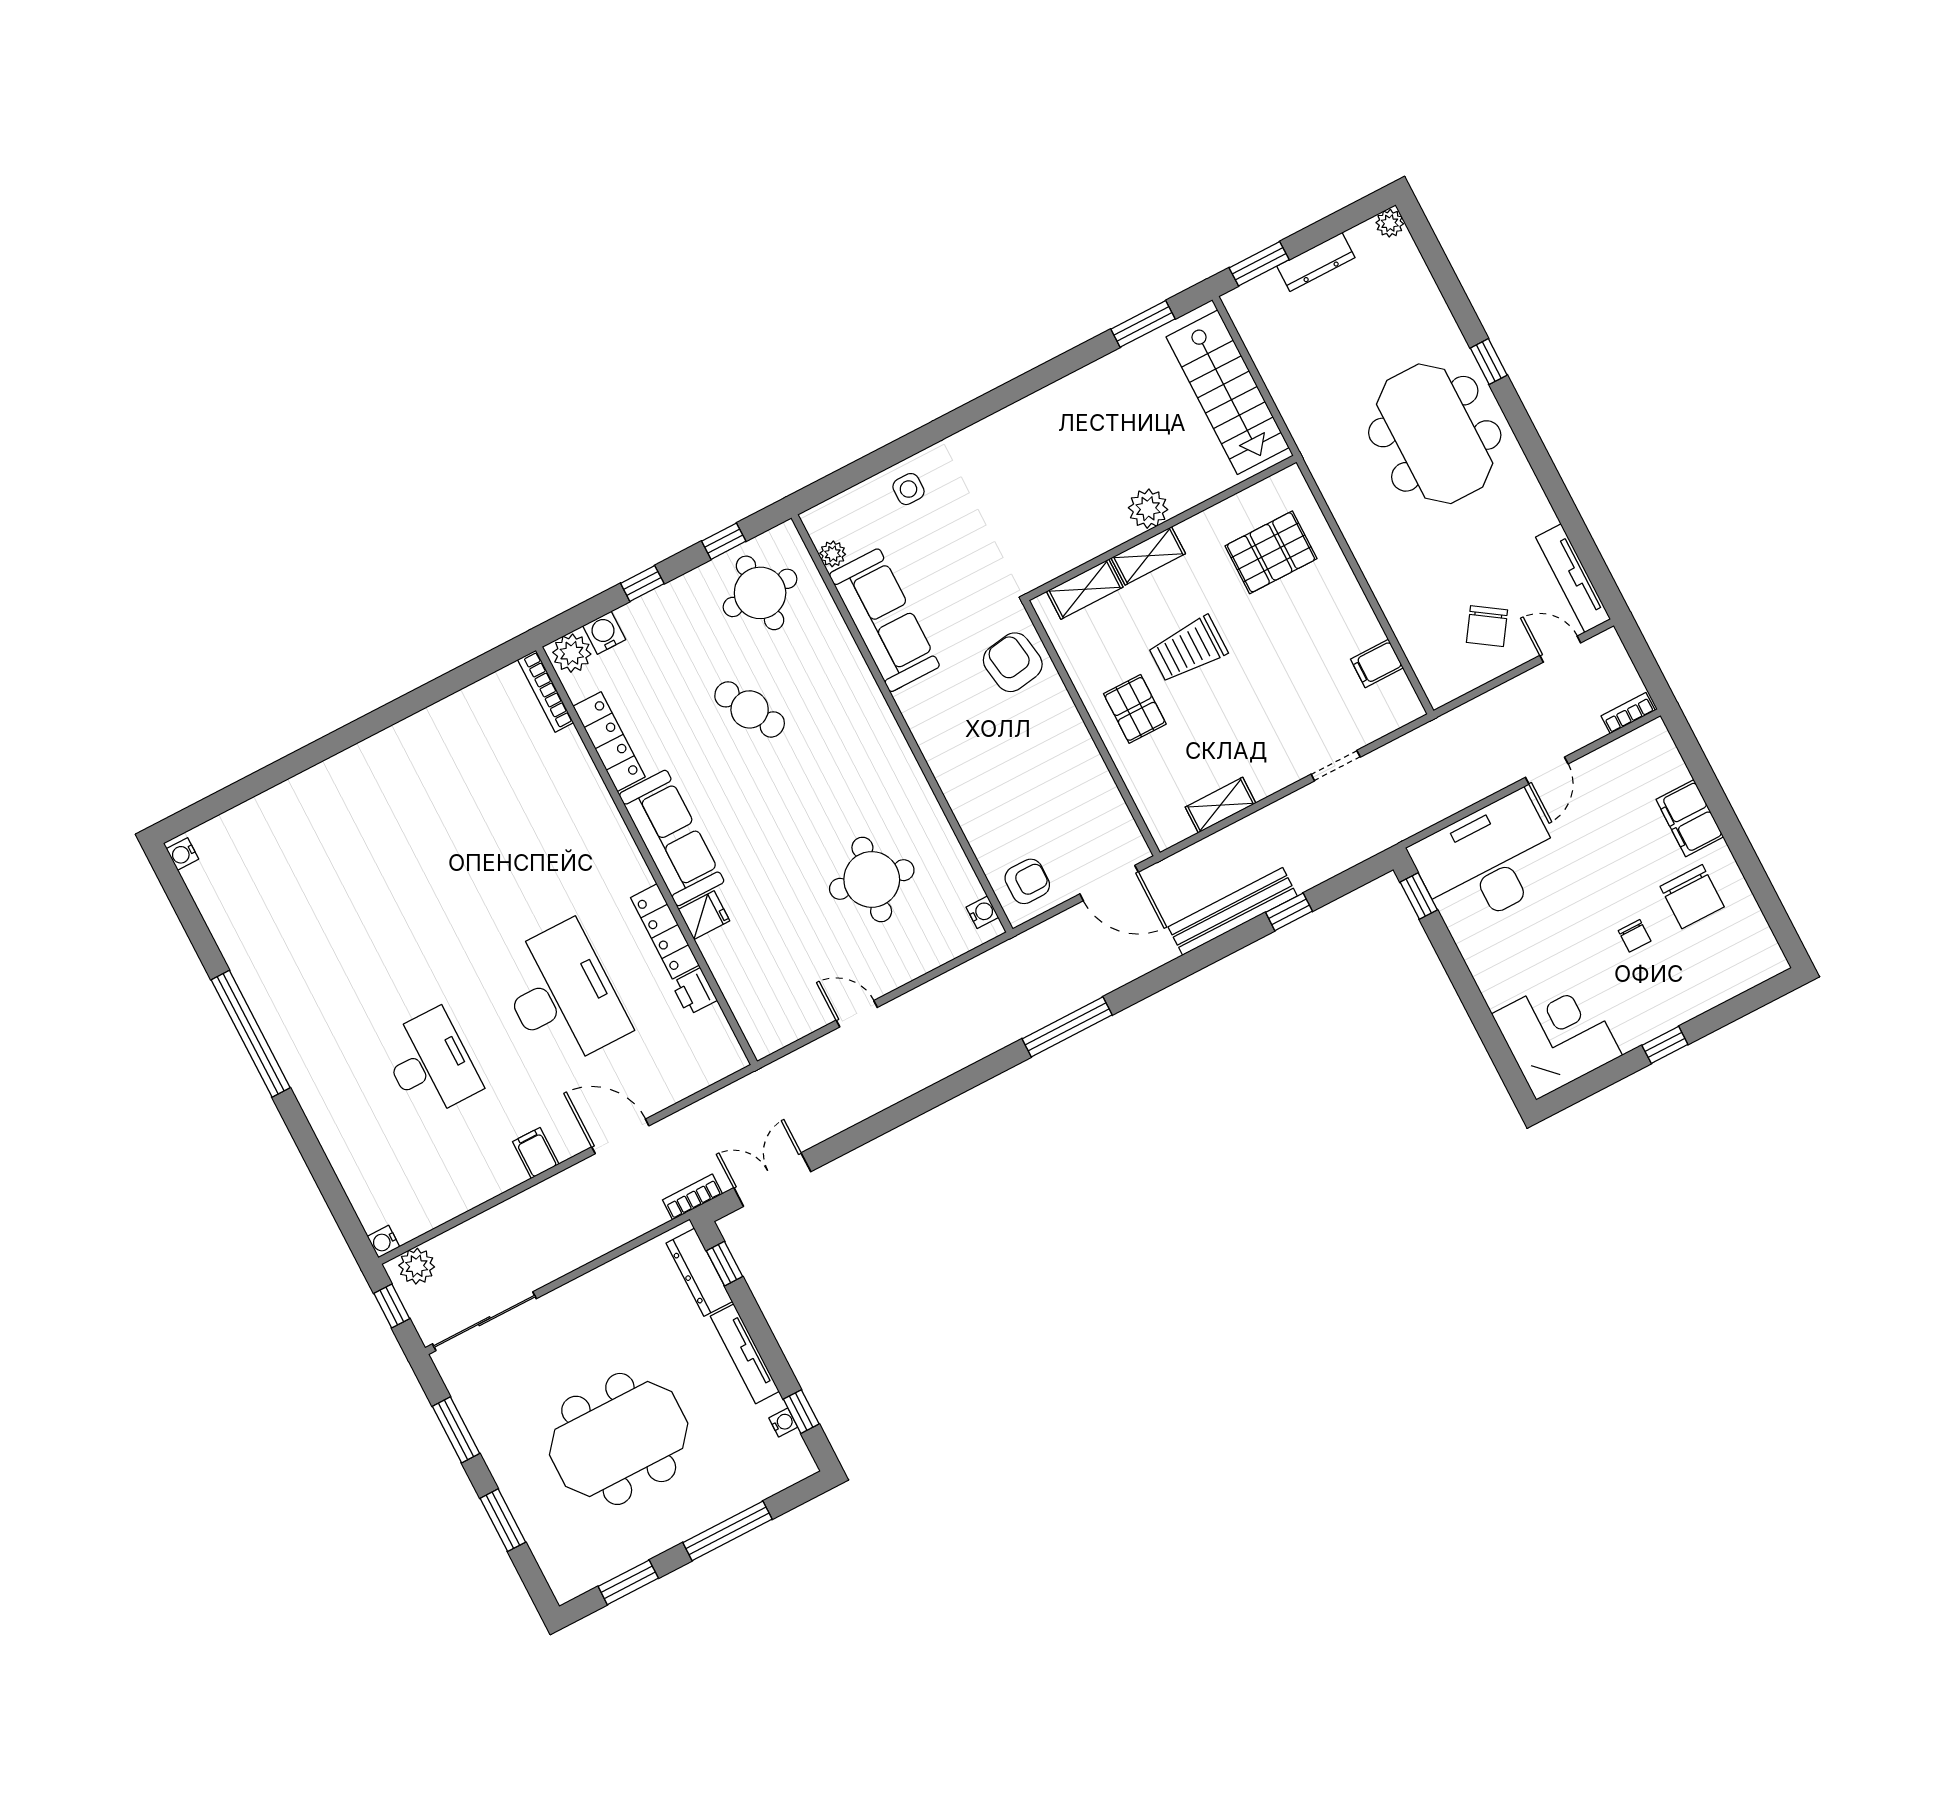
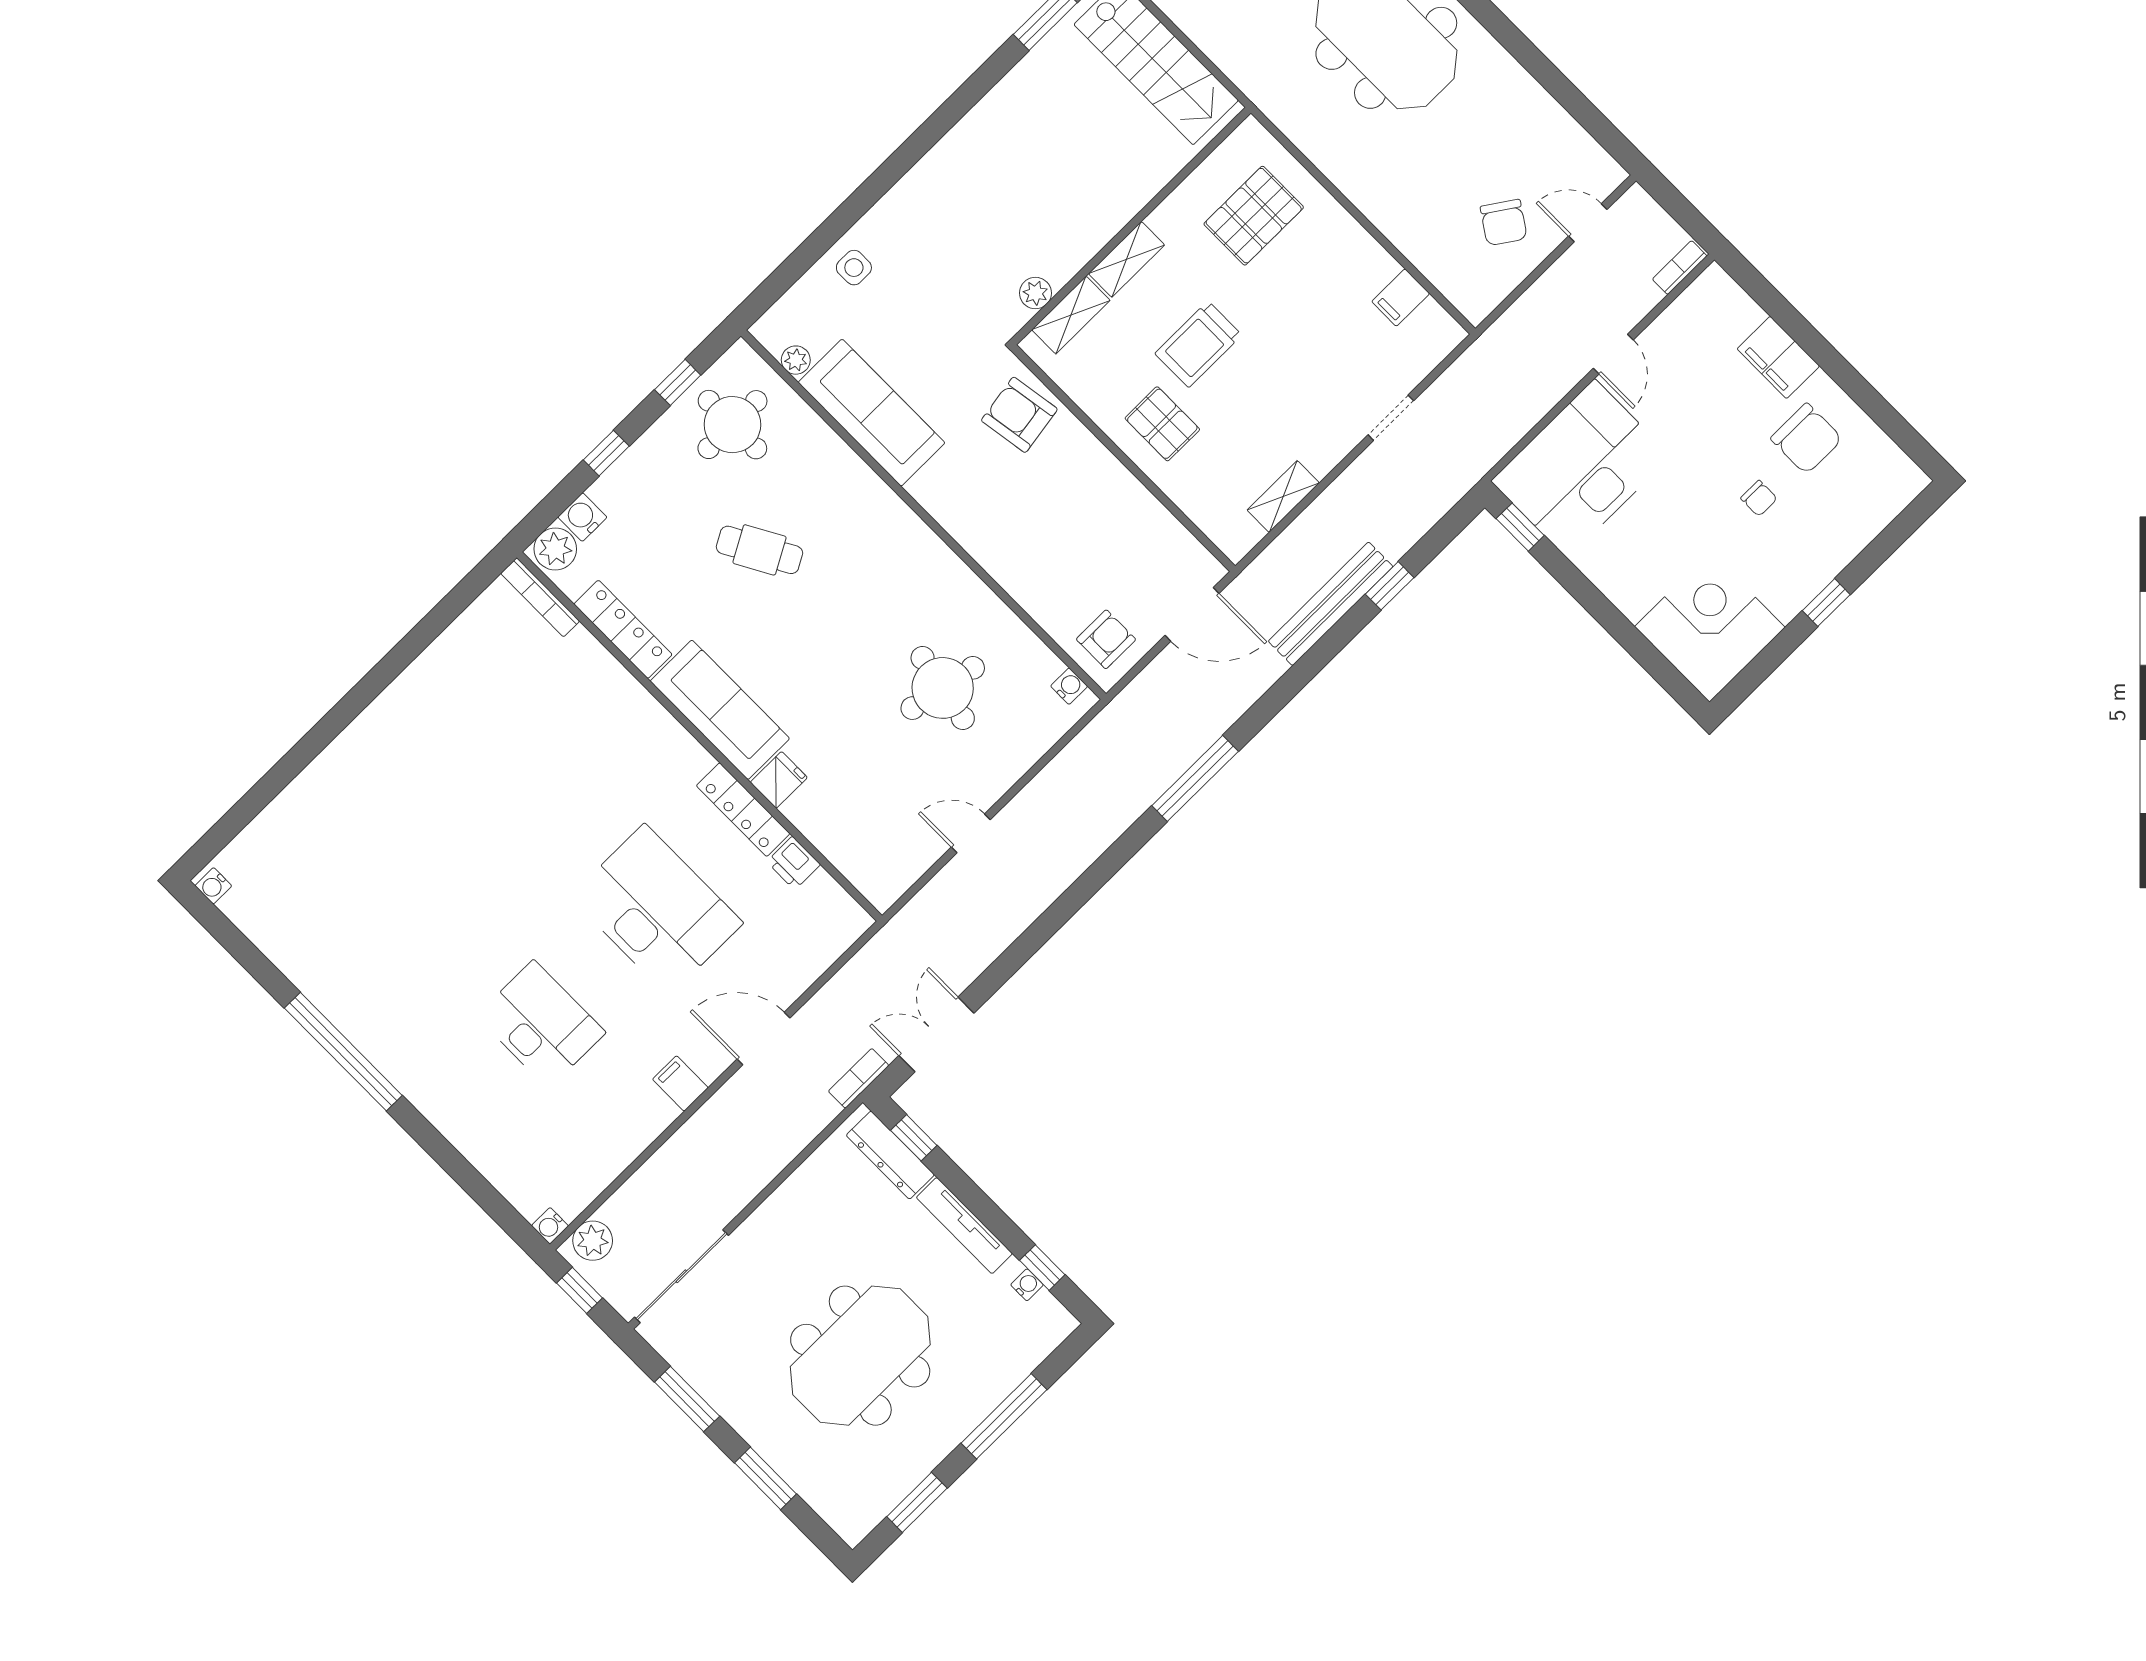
plant: (1148, 509) -> (1035, 293), moved, width x0.73, depth x0.73
tv unit: (1573, 578) -> (1578, 144), removed

